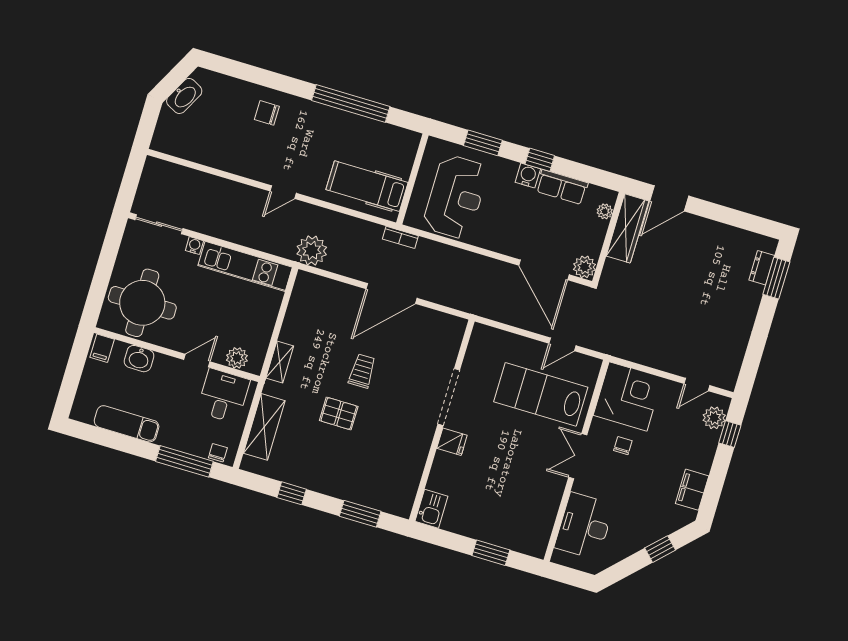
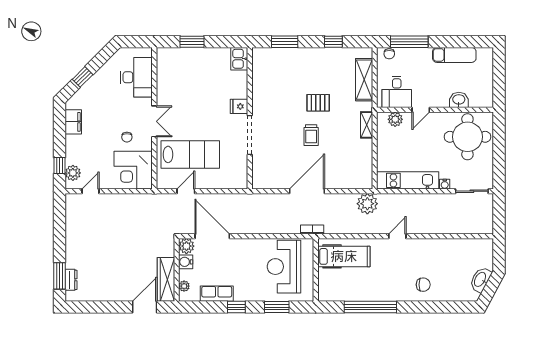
water cooler: (528, 176) -> (186, 262), moved, turned 90
filing cabinet: (102, 348) -> (485, 99), removed

